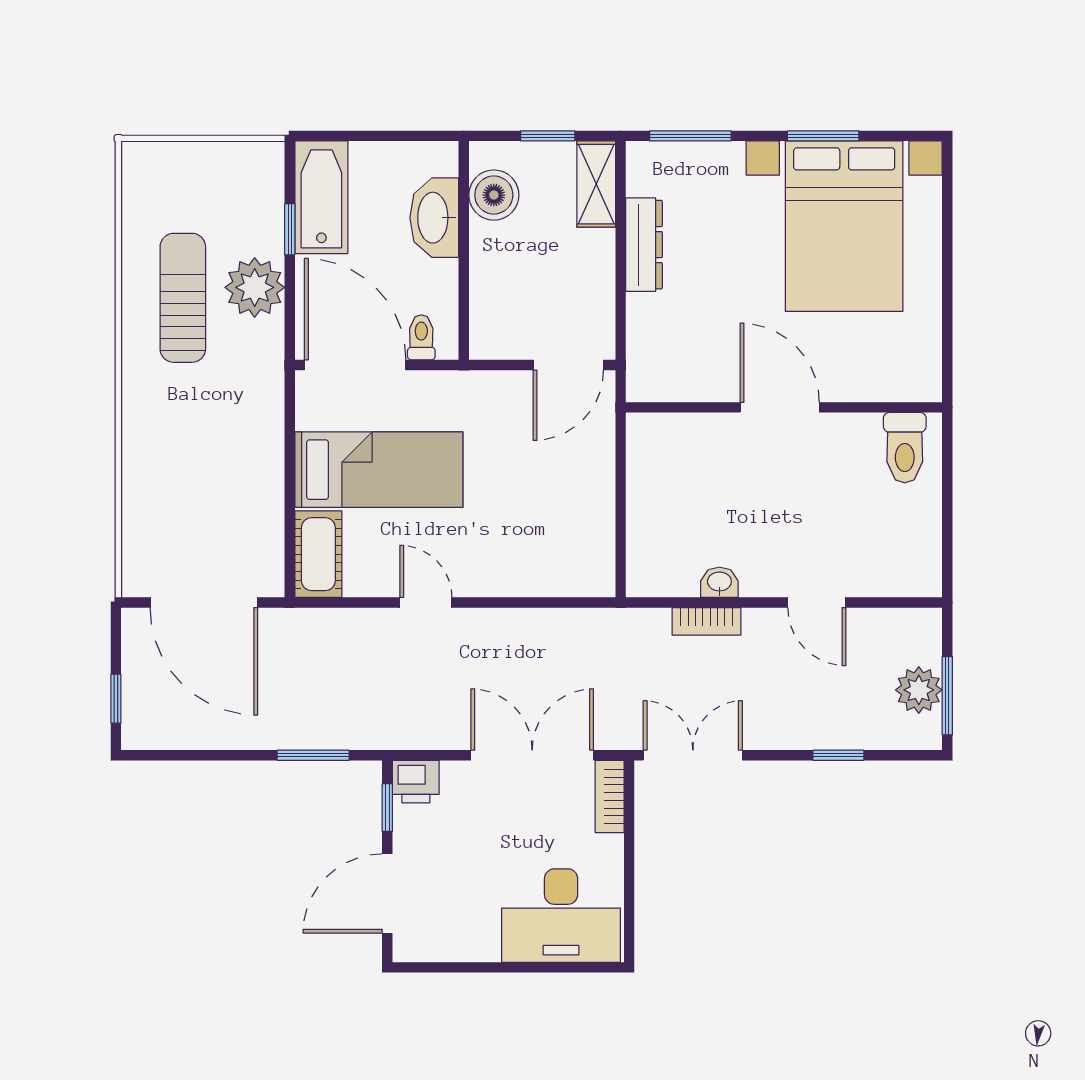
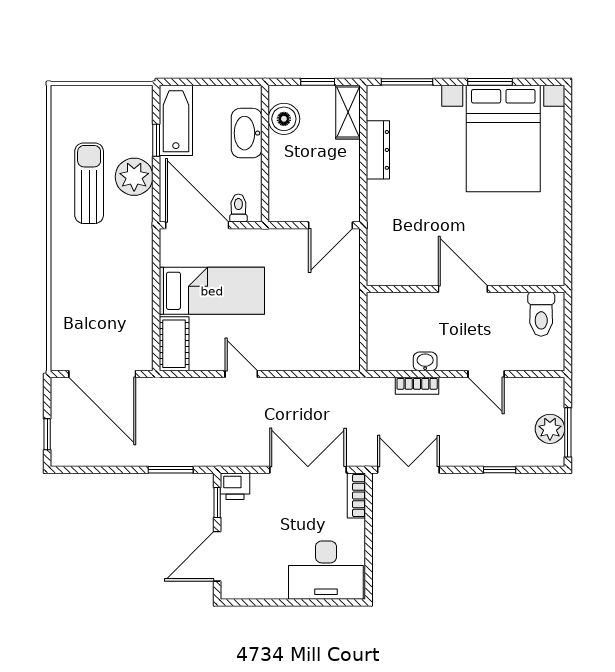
door: (780, 407) -> (463, 289), moved
wall: (784, 407) -> (466, 289), moved
toilet: (905, 448) -> (541, 314), moved

